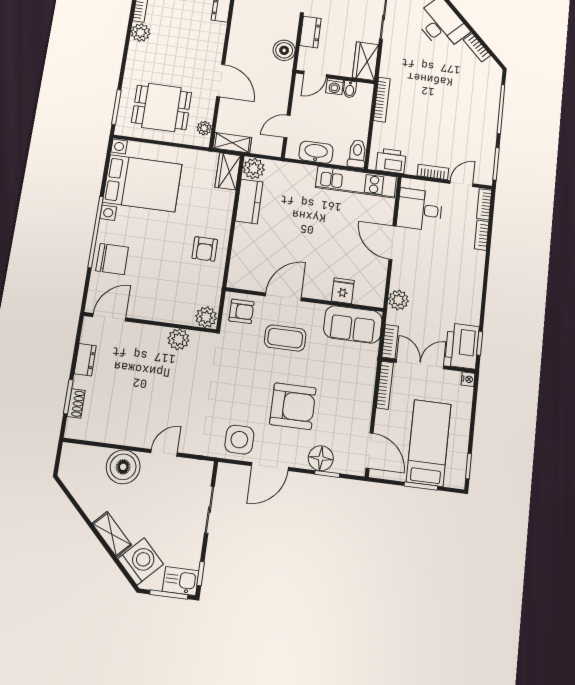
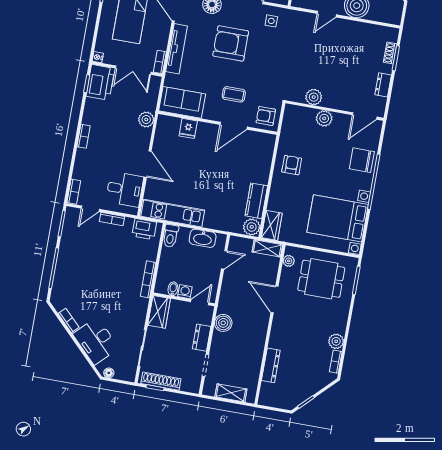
bookcase: (482, 235) -> (83, 136), moved
plant: (206, 317) -> (324, 118), moved
coffee table: (285, 338) -> (234, 94), width x0.73, depth x0.77
bookcase: (390, 342) -> (155, 88), removed
bookcase: (385, 385) -> (160, 62), width x0.64
tv unit: (365, 395) -> (177, 49), added
side table: (239, 440) -> (271, 21), width x0.54, depth x0.54

